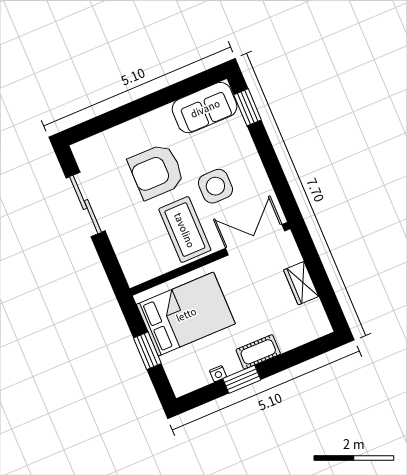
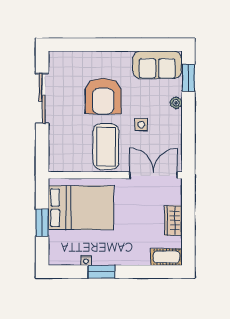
plant: (246, 143) -> (176, 103), added
armchair: (156, 171) -> (103, 96), turned -90
side table: (215, 186) -> (141, 125), width x0.54, depth x0.54
cot: (258, 352) -> (166, 257), moved

